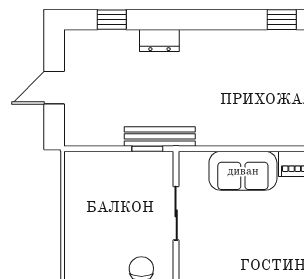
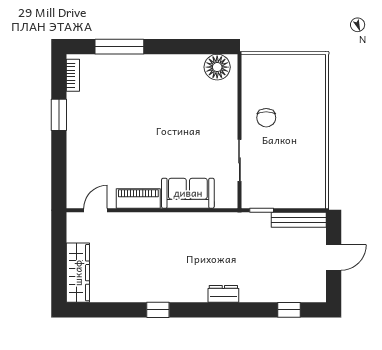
dresser: (159, 40) -> (223, 294), moved
bench: (160, 136) -> (299, 220), moved

